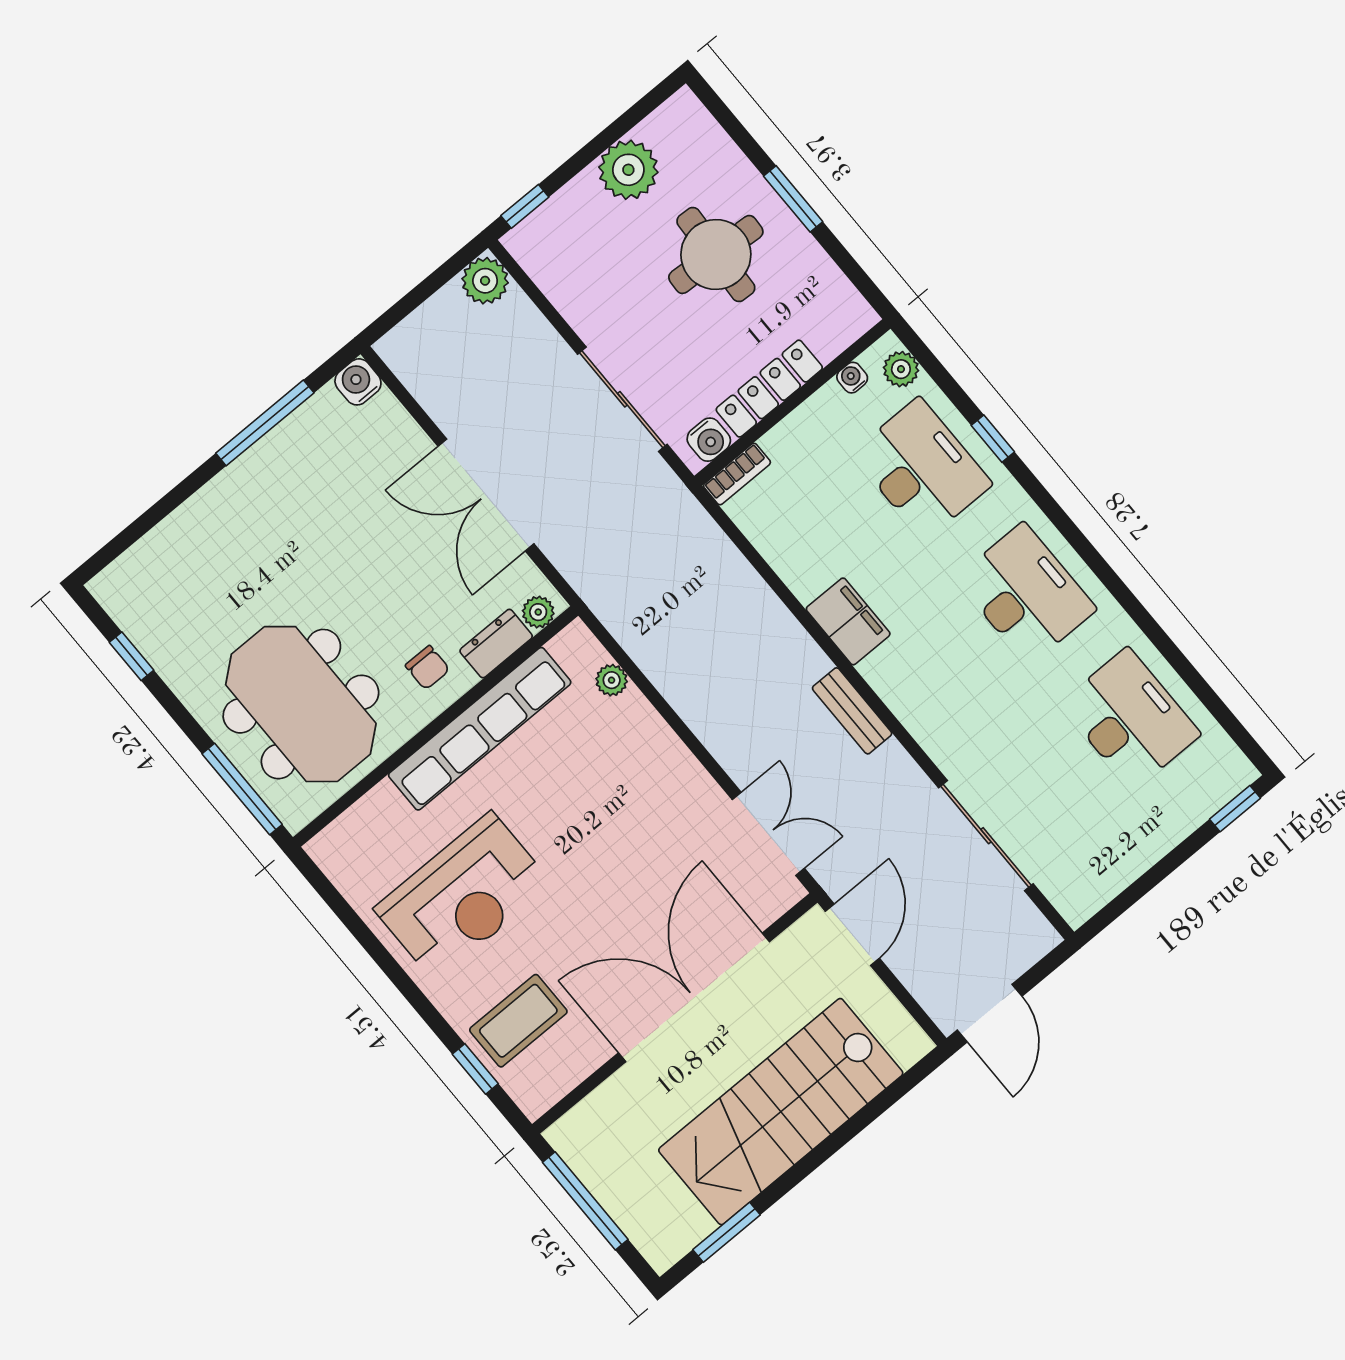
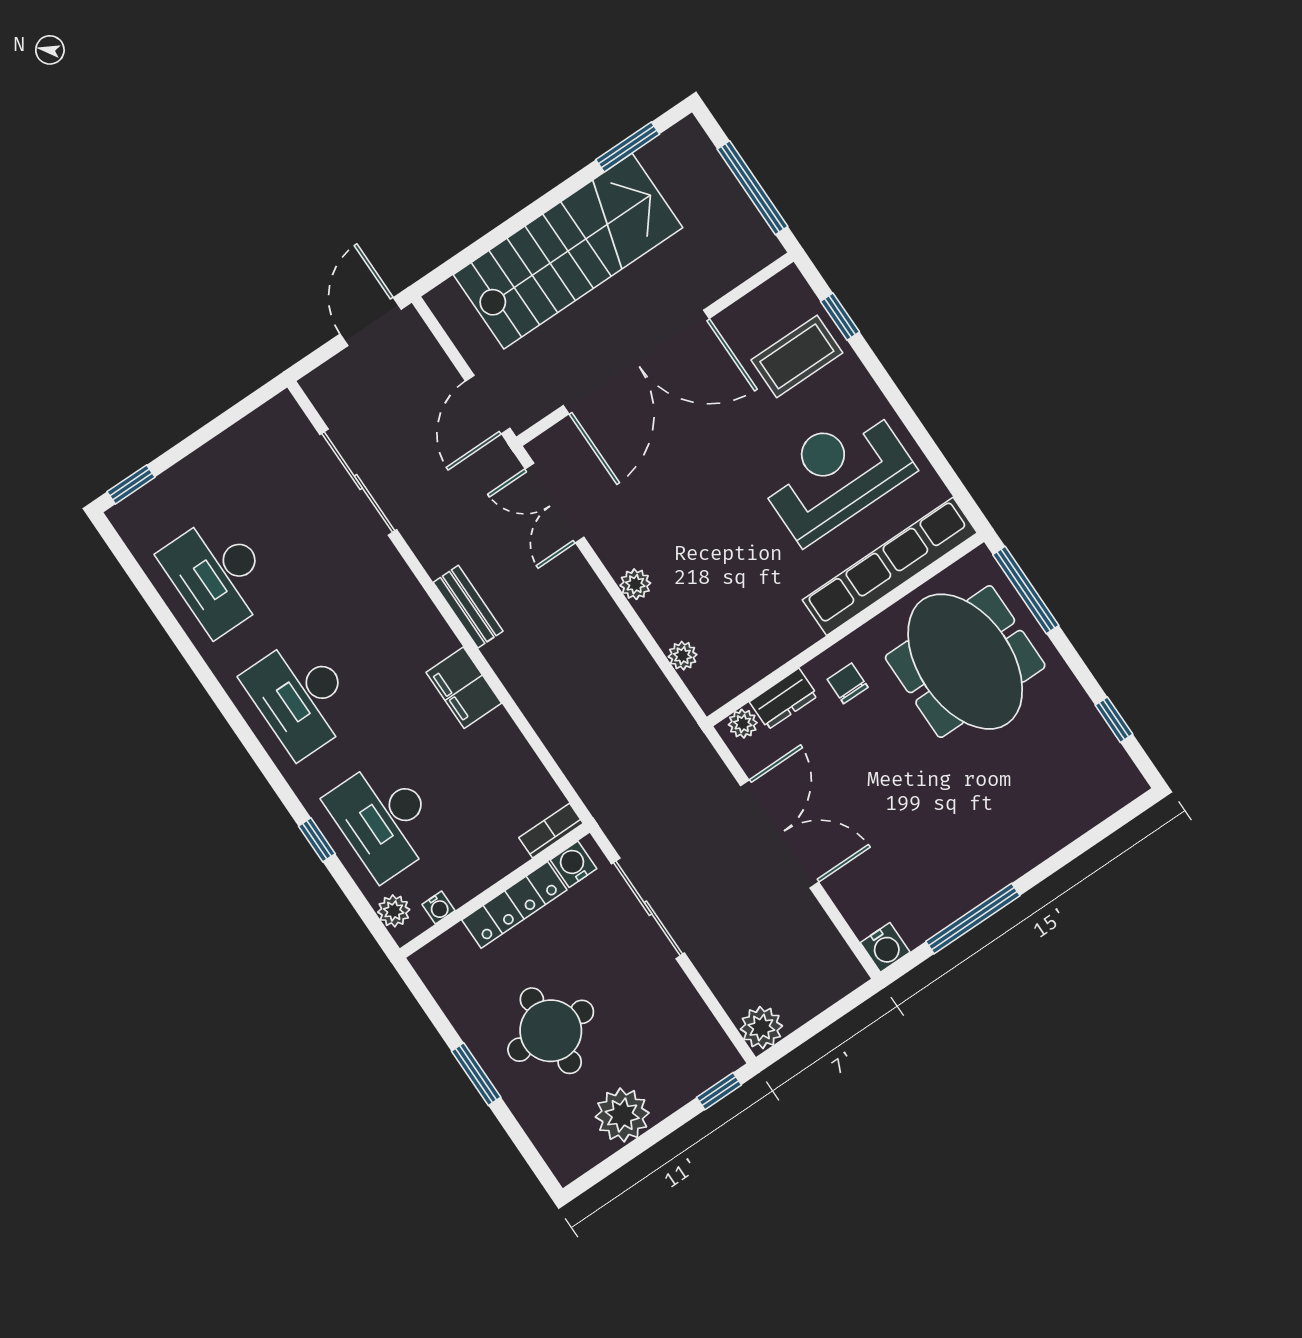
row of seats: (480, 729) -> (890, 566), moved
plant: (671, 753) -> (635, 584), added

